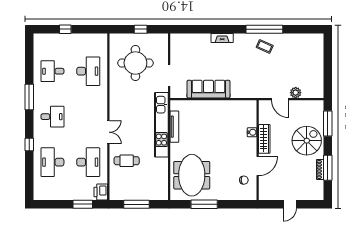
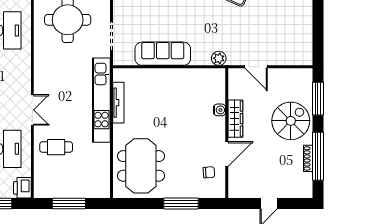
plant: (296, 93) -> (219, 58), moved
window: (328, 168) -> (318, 156), width x1.46
window: (204, 204) -> (181, 204), moved

